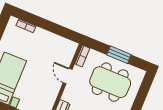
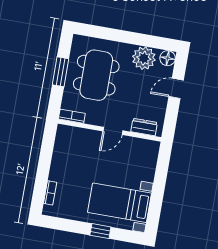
door: (68, 76) -> (113, 131), moved

